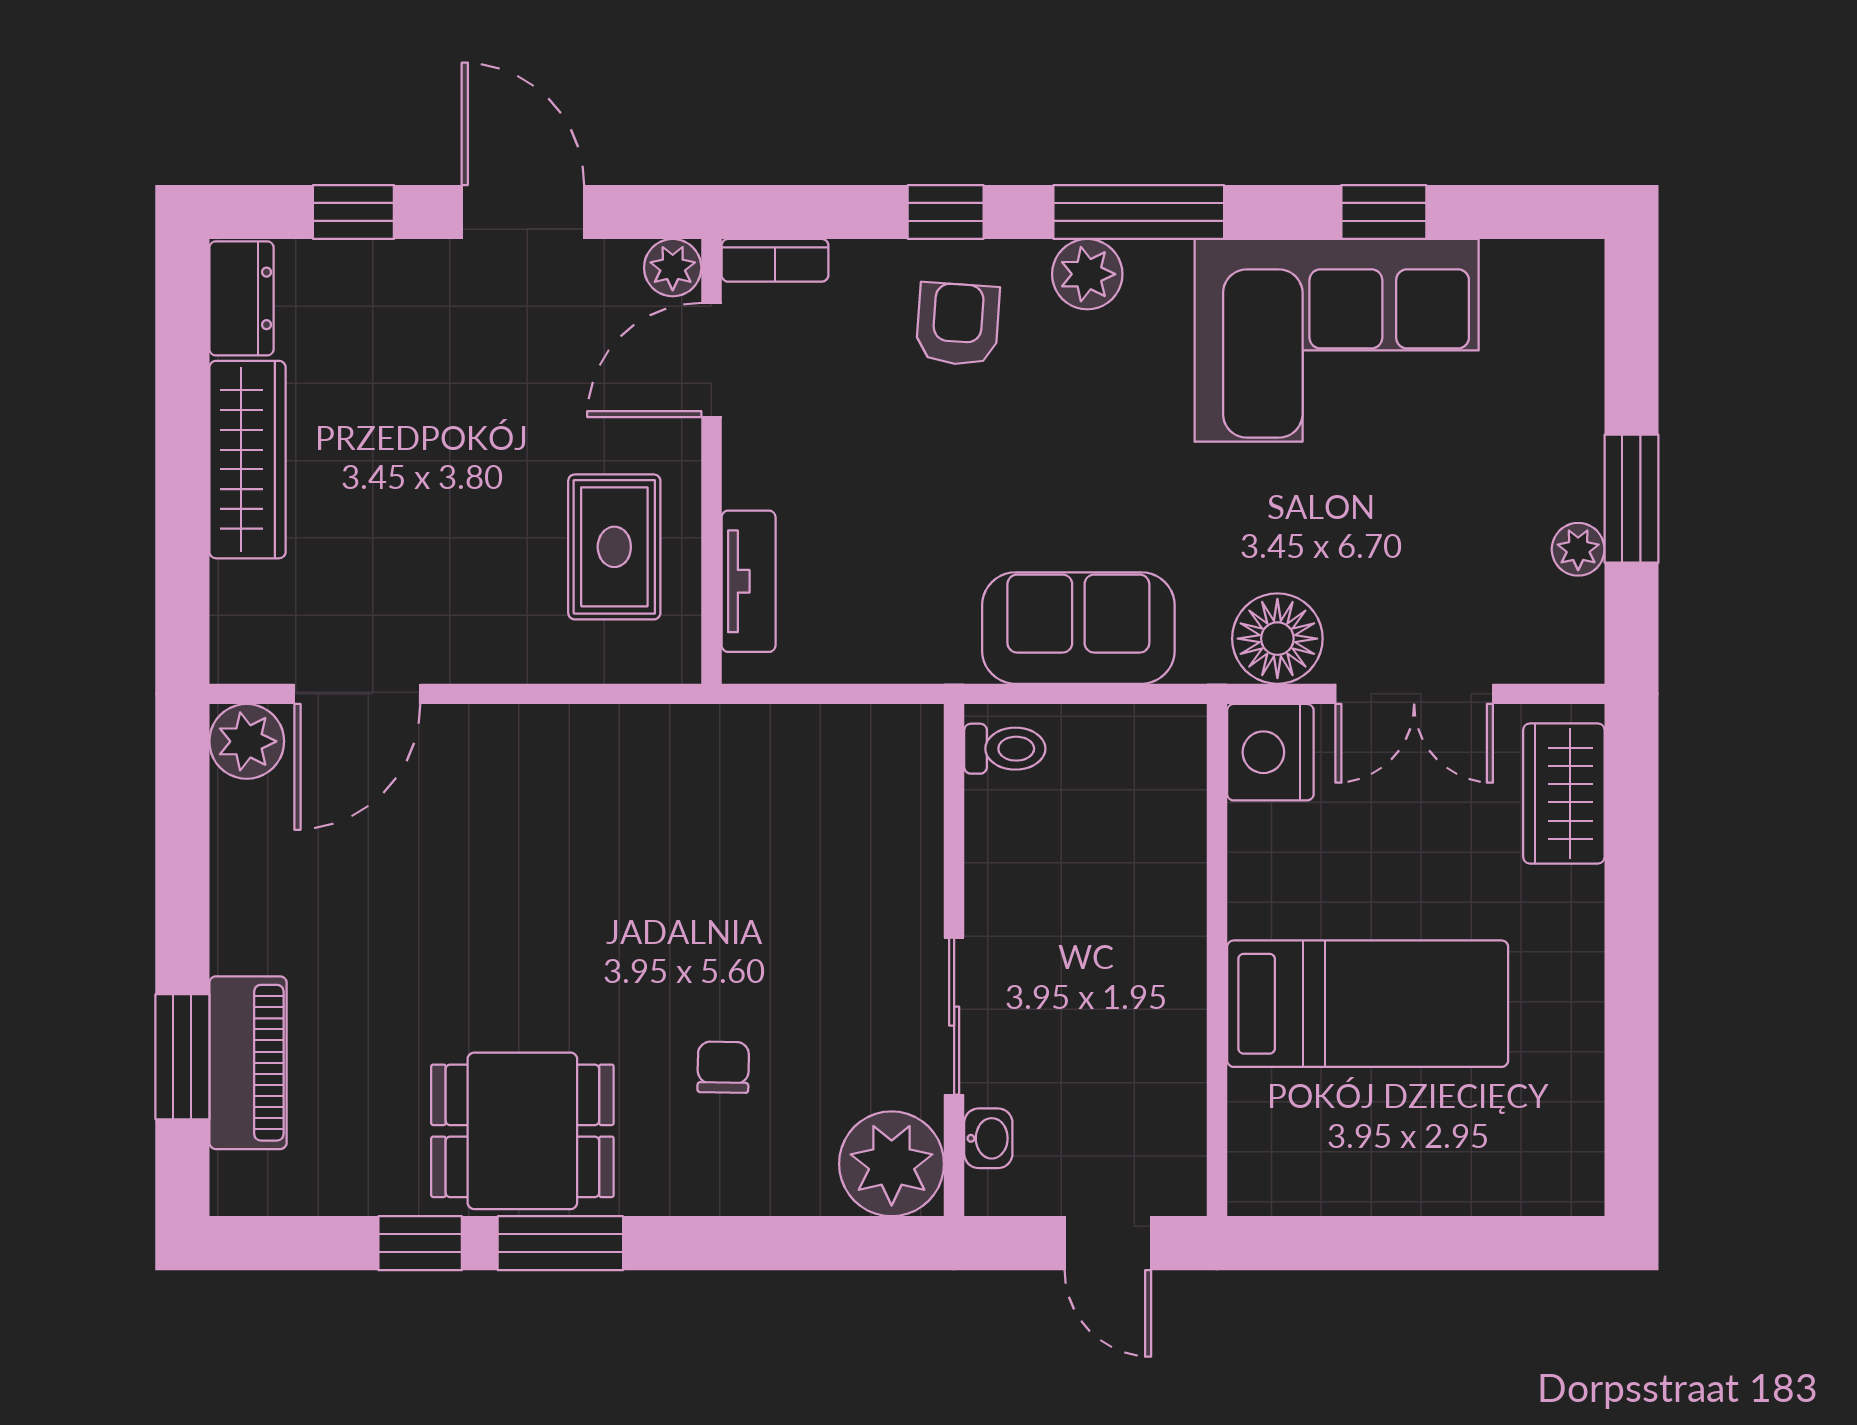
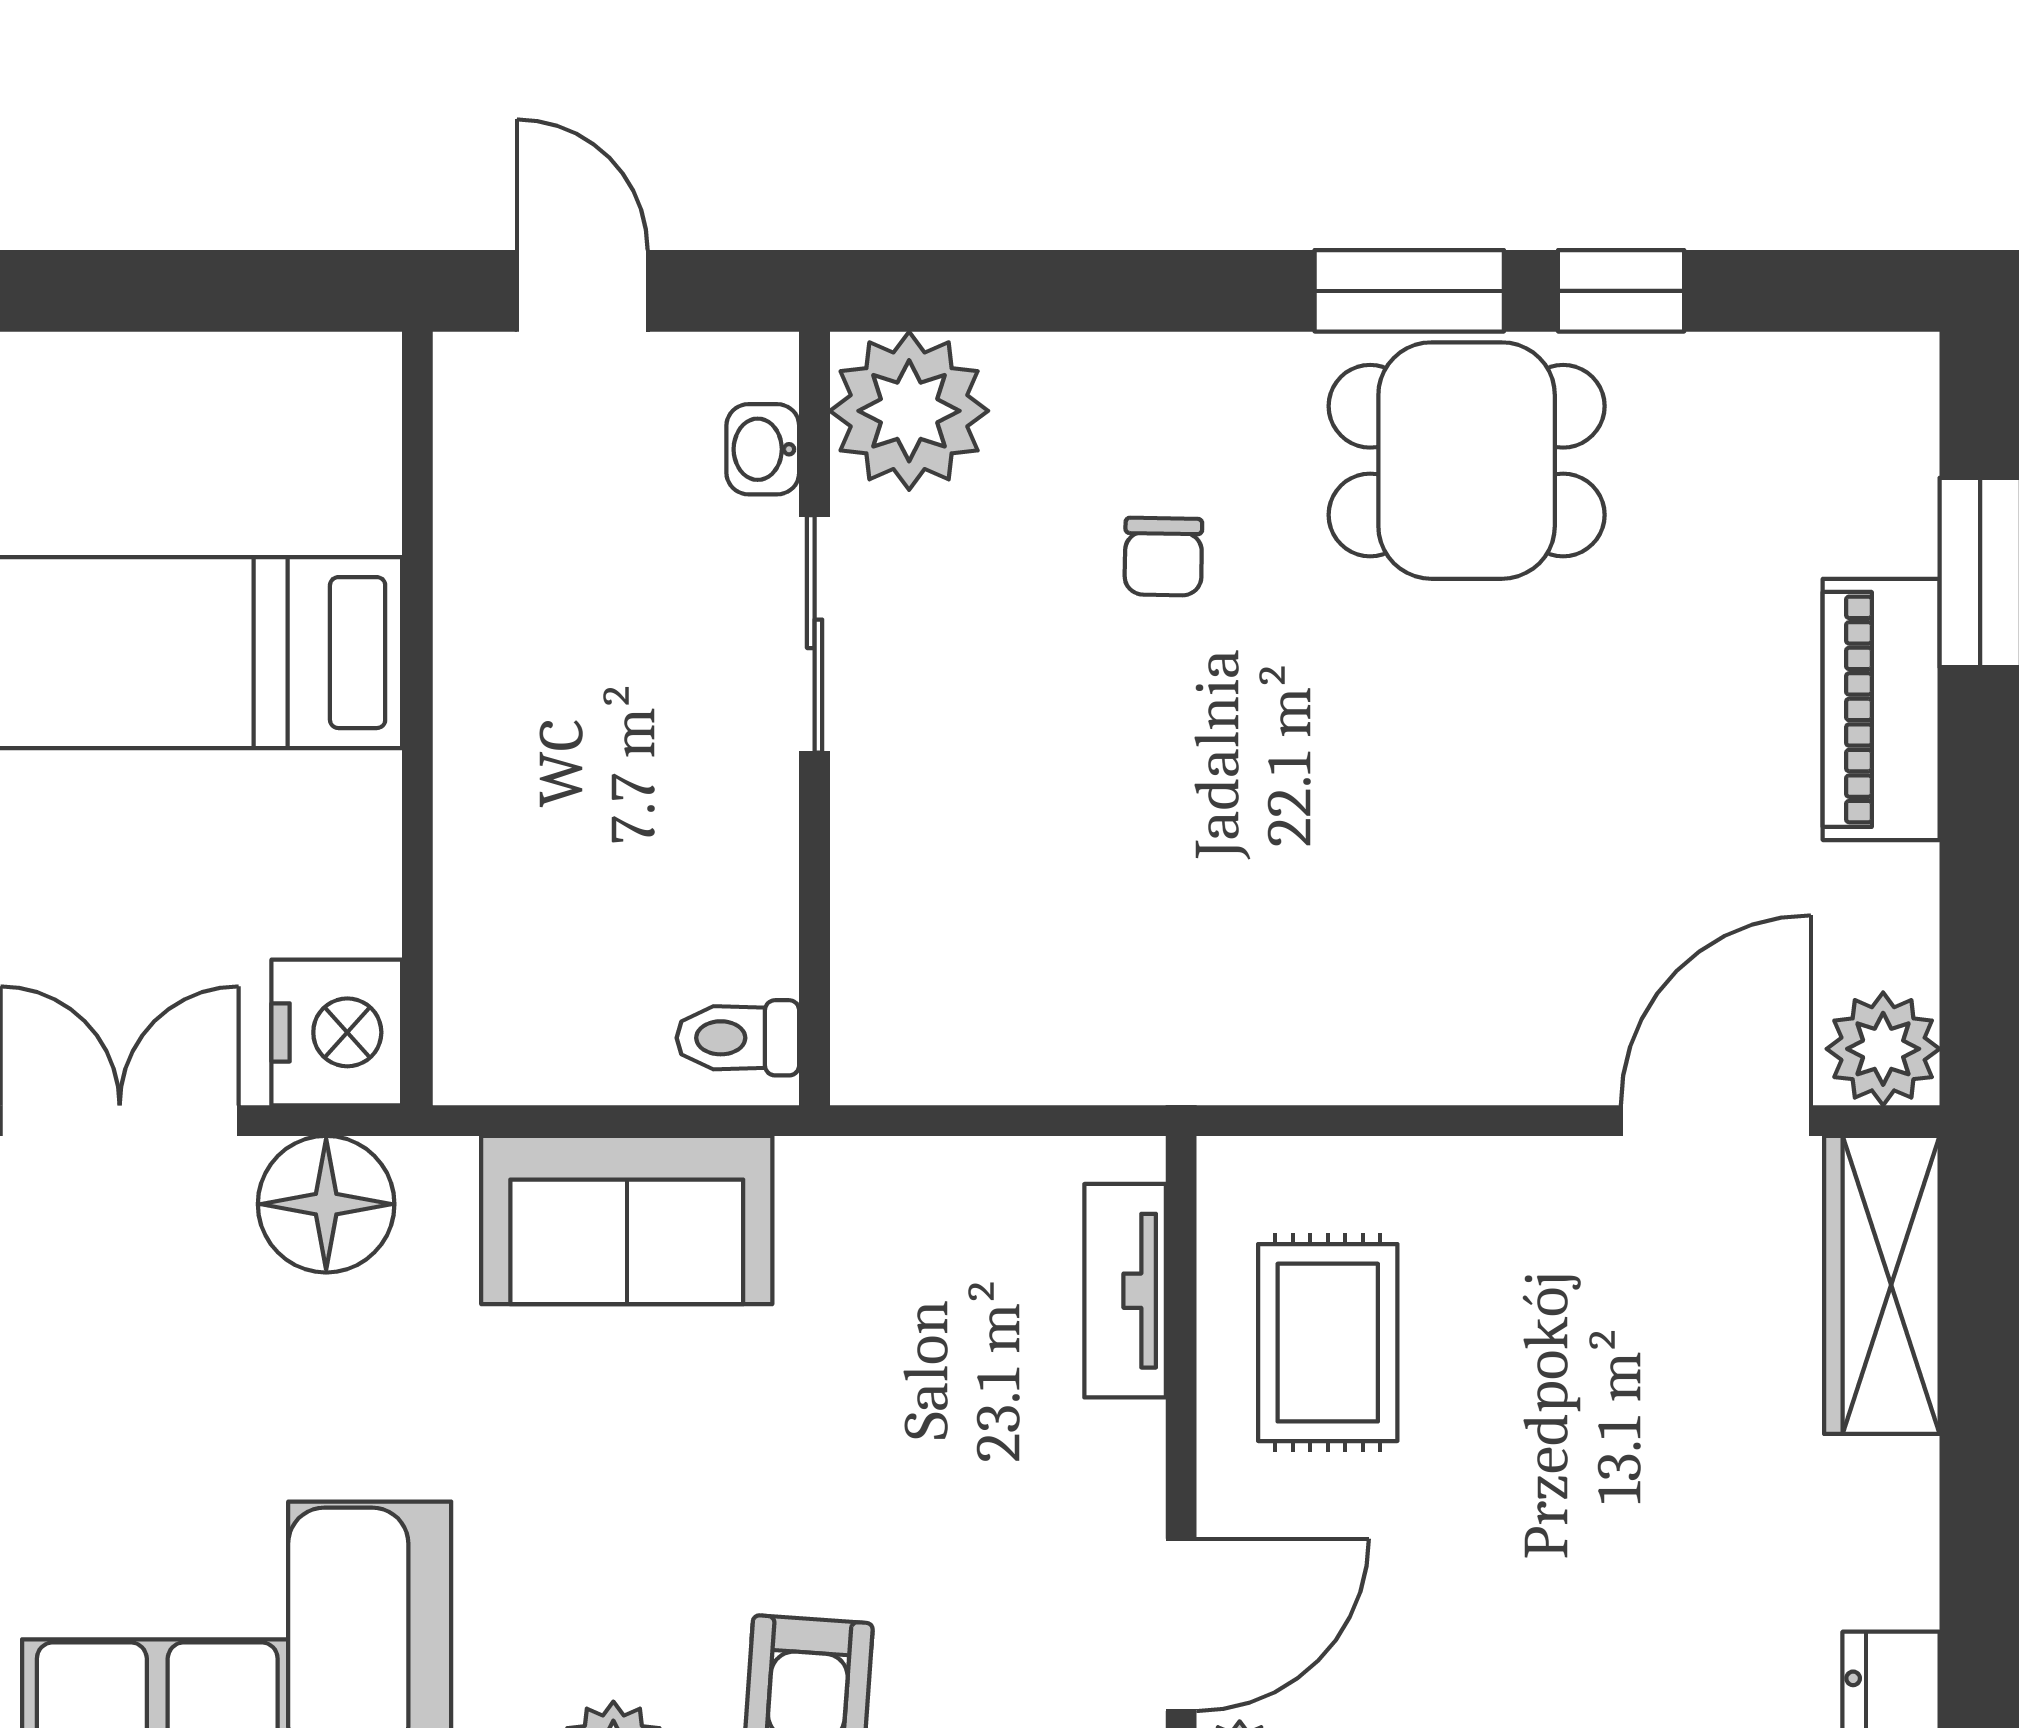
wardrobe: (247, 460) -> (1882, 1285), moved
piano: (248, 1063) -> (1881, 709), moved

